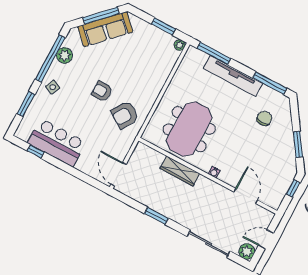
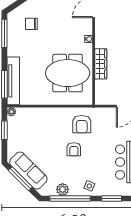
tv unit: (233, 76) -> (13, 81), moved
armchair: (125, 115) -> (82, 124), turned 57

